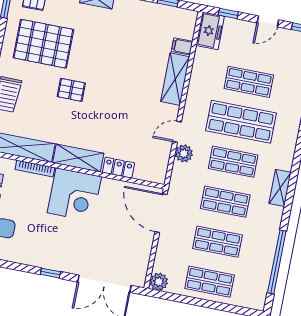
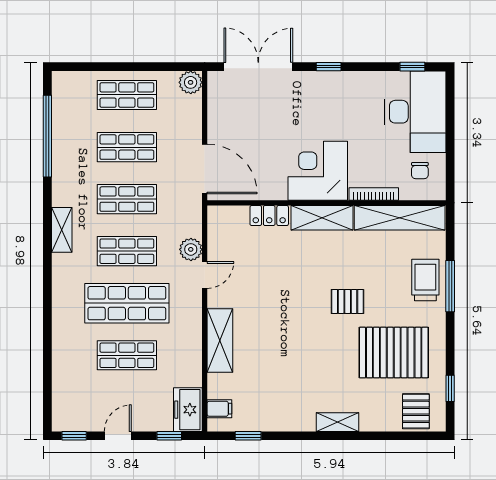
filing cabinet: (182, 46) -> (219, 409), moved

